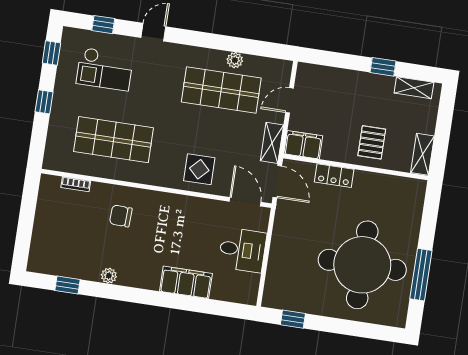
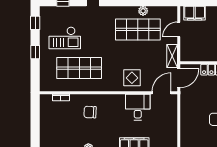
checkout: (105, 69) -> (65, 38), moved
filing cabinet: (303, 145) -> (195, 13), moved, turned 180
door: (277, 182) -> (179, 78), hinge flipped
door: (245, 202) -> (162, 93), hinge flipped
desk: (242, 250) -> (138, 107), moved, turned -90

